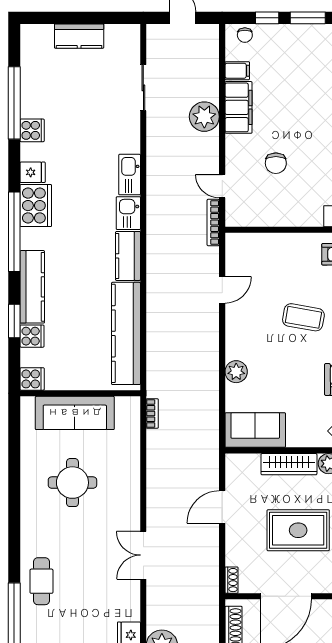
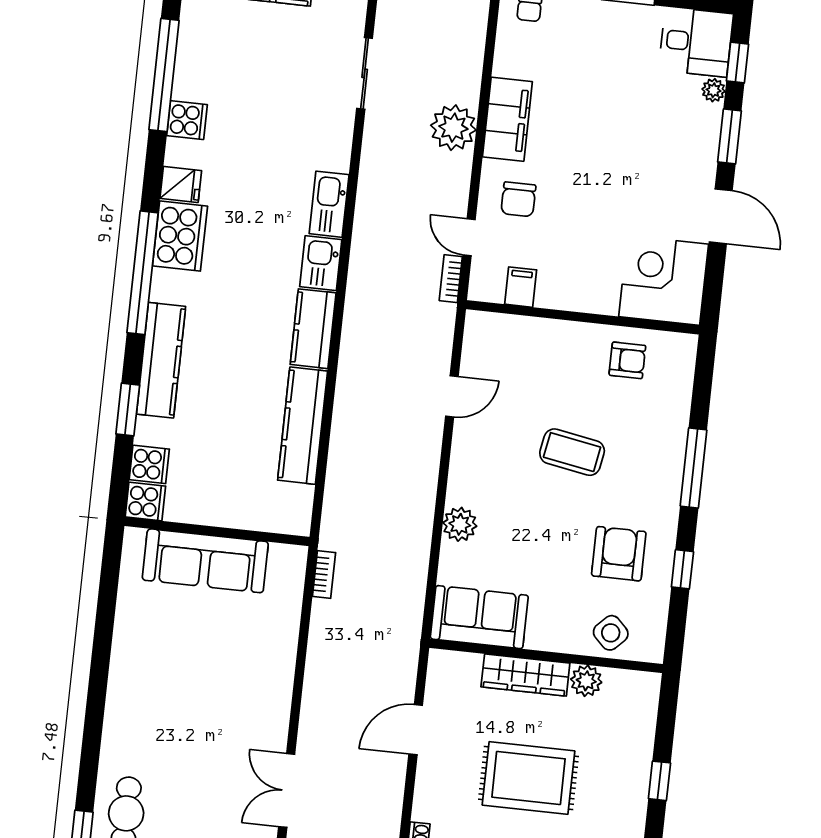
filing cabinet: (237, 71) -> (521, 287), moved, turned -90
chair: (276, 163) -> (518, 199), moved
bookcase: (213, 222) -> (451, 279), width x0.64
kitchen counter: (126, 333) -> (303, 426), width x0.72, depth x0.86
cooker: (32, 336) -> (149, 464), moved
round table: (72, 483) -> (190, 667), removed

